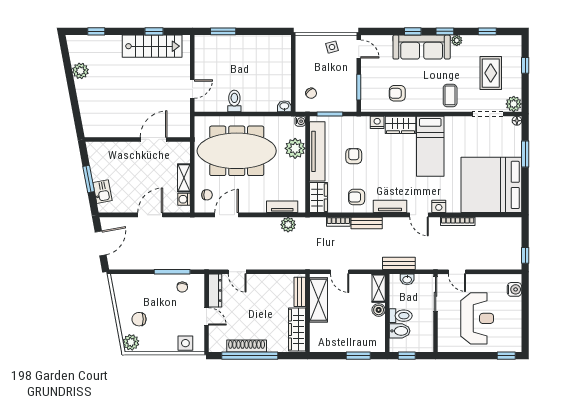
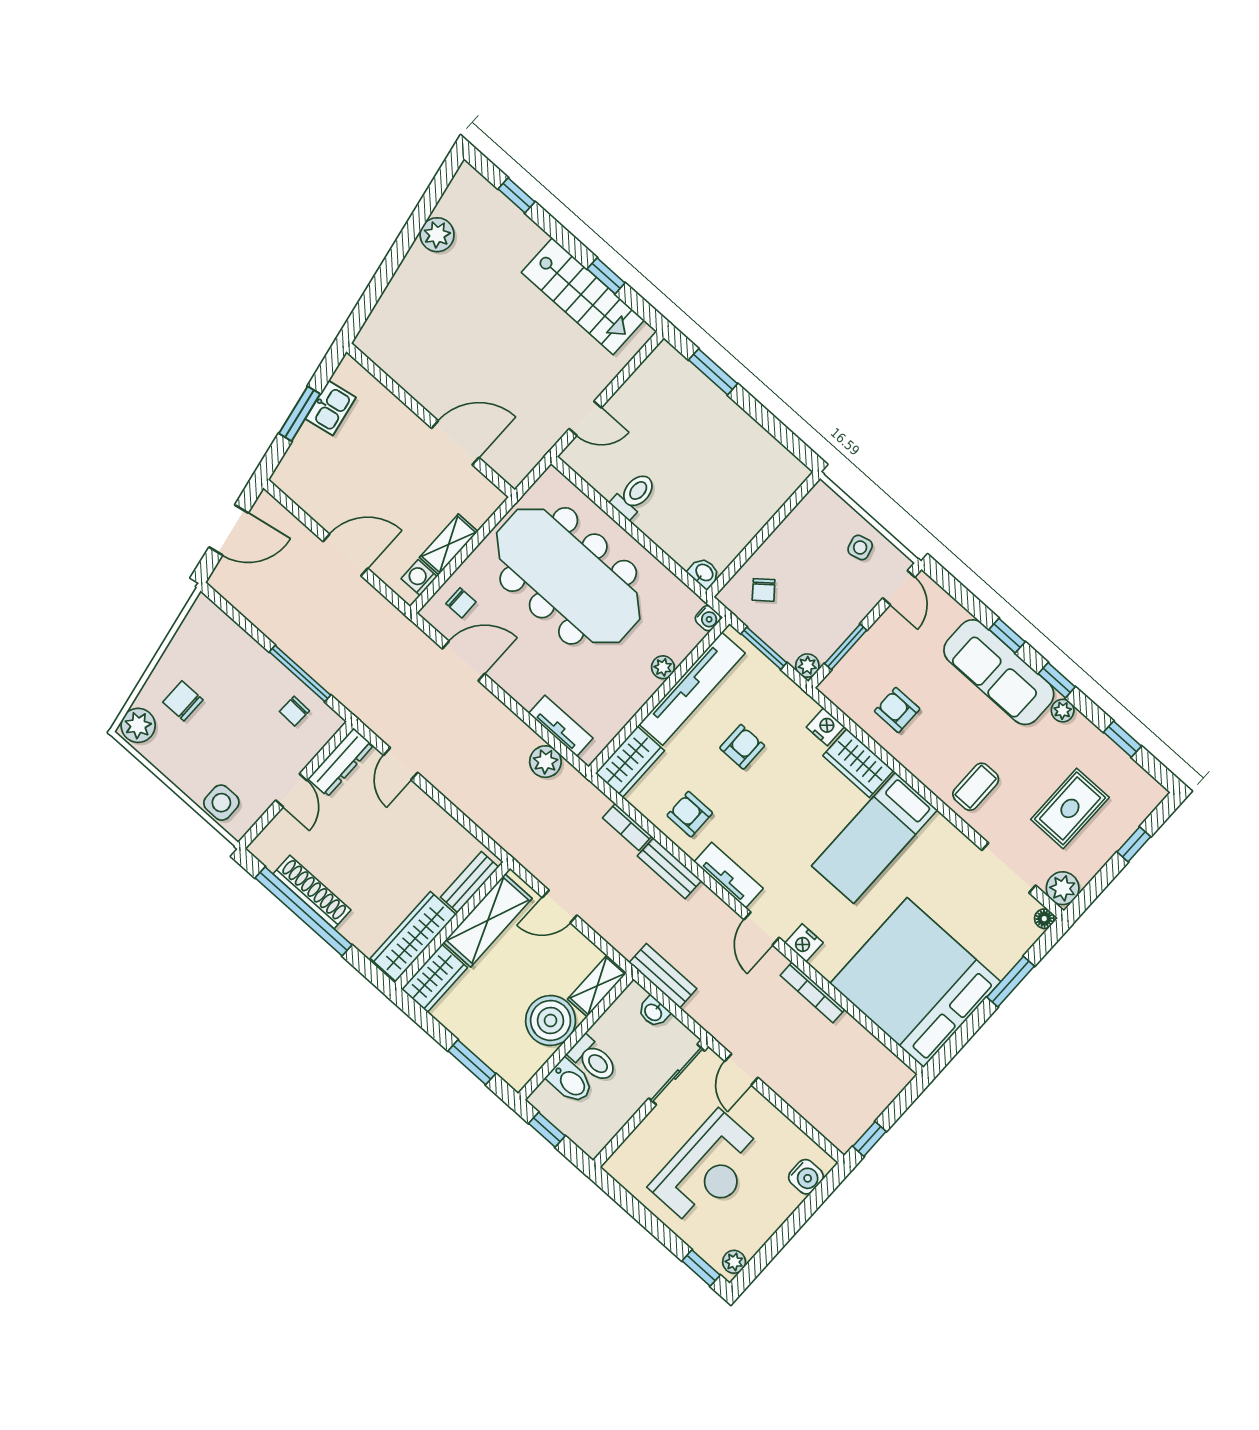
plant: (351, 106) -> (807, 666), added
plant: (295, 148) -> (663, 667), width x0.53, depth x0.53
kitchen sink: (103, 192) -> (331, 408), moved
door: (340, 272) -> (560, 906), hinge flipped
boiler: (379, 310) -> (551, 1020), width x1.86, depth x1.86
wardrobe: (318, 338) -> (434, 978), added
plant: (516, 343) -> (734, 1262), added

